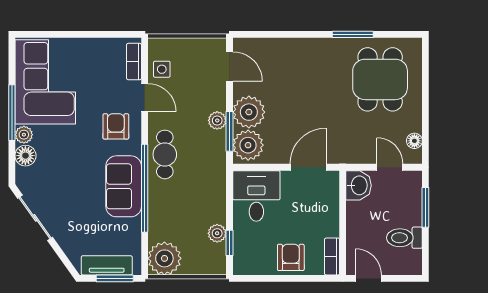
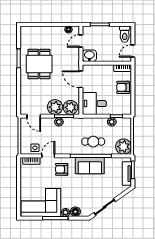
door: (229, 66) -> (34, 116), swing flipped
dining table: (380, 79) -> (39, 64), moved, turned 90
cafe table: (165, 154) -> (93, 142), moved
toilet: (404, 238) -> (125, 34), moved

